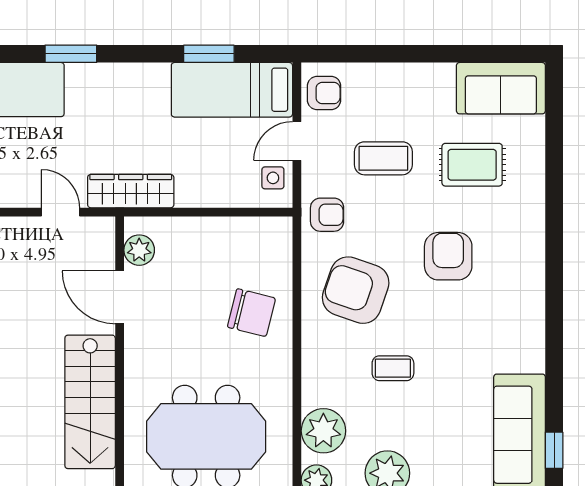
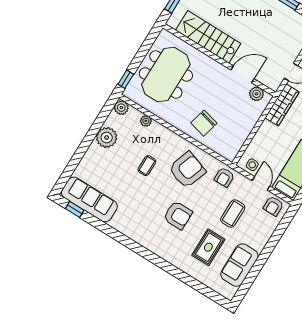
sofa: (501, 88) -> (239, 265), moved
plant: (323, 431) -> (146, 121), width x0.53, depth x0.53

